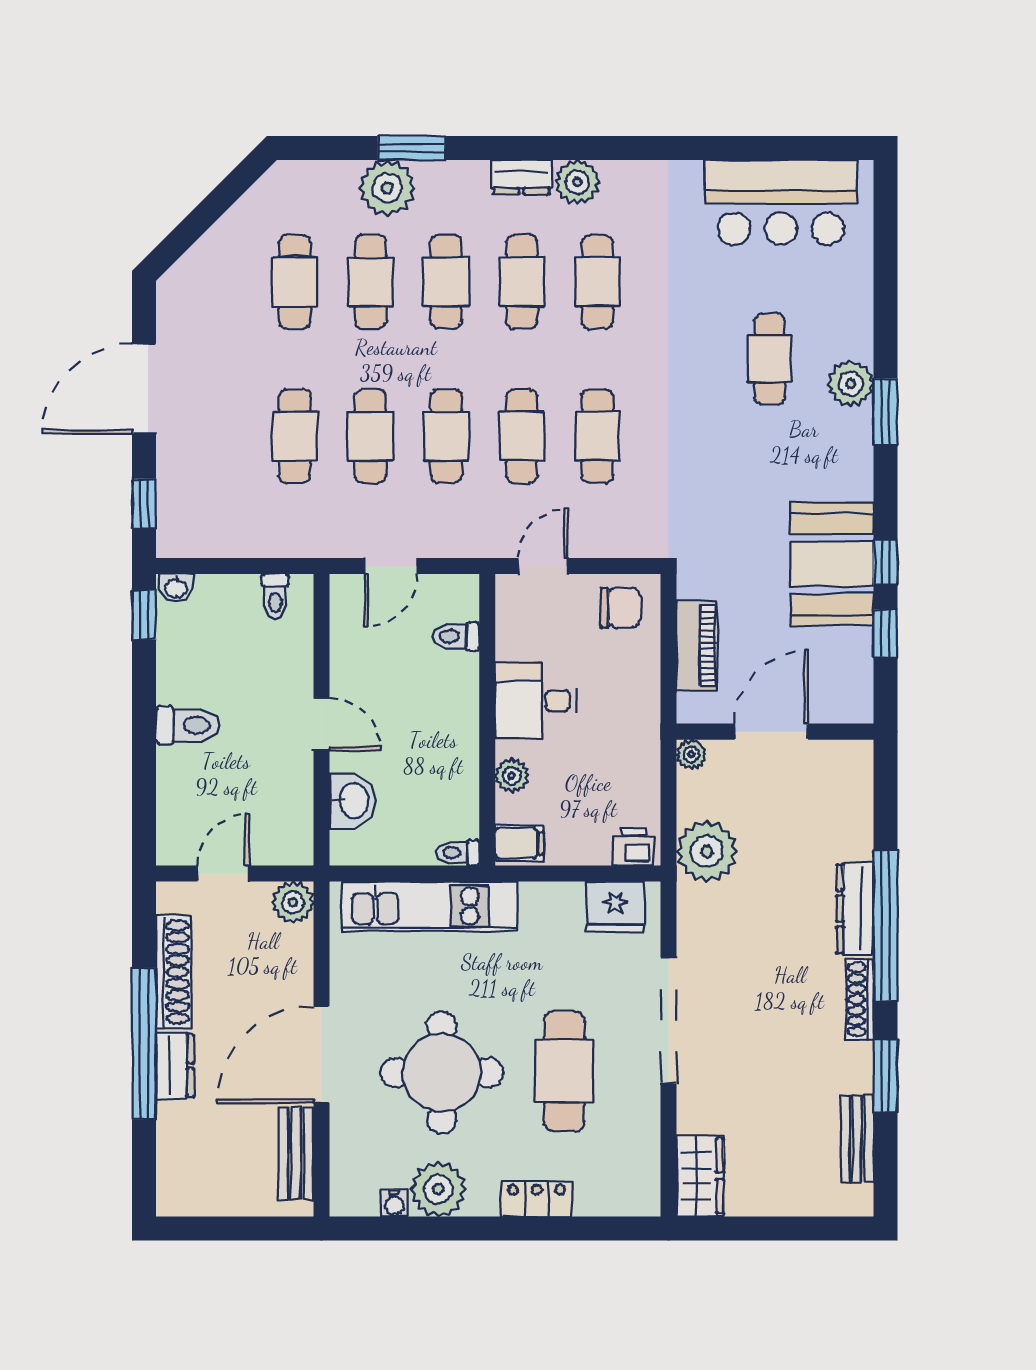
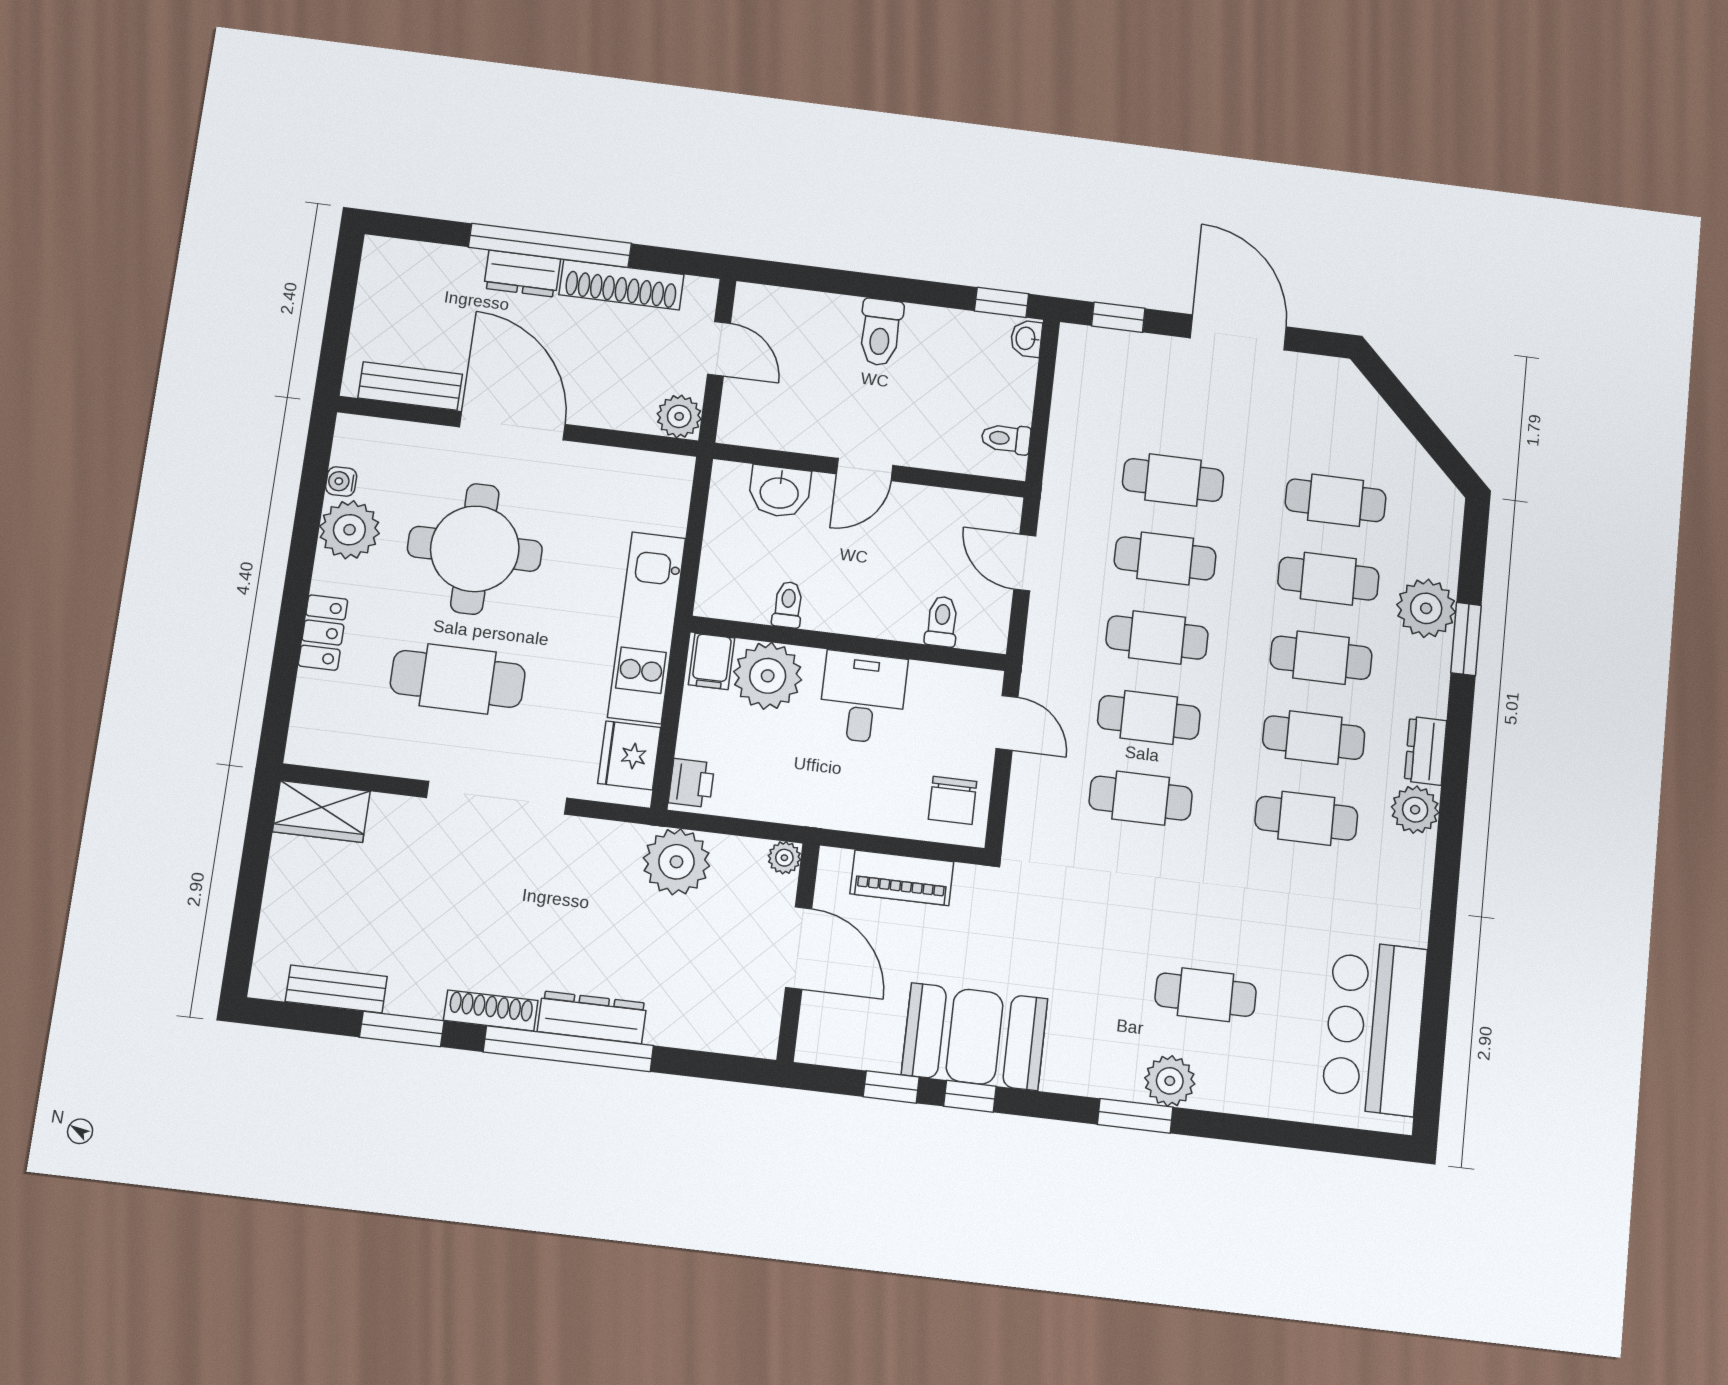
plant: (512, 776) -> (768, 676), width x1.87, depth x1.87
toilet: (458, 853) -> (788, 605), moved
kitchen unit: (429, 906) -> (647, 627), moved

